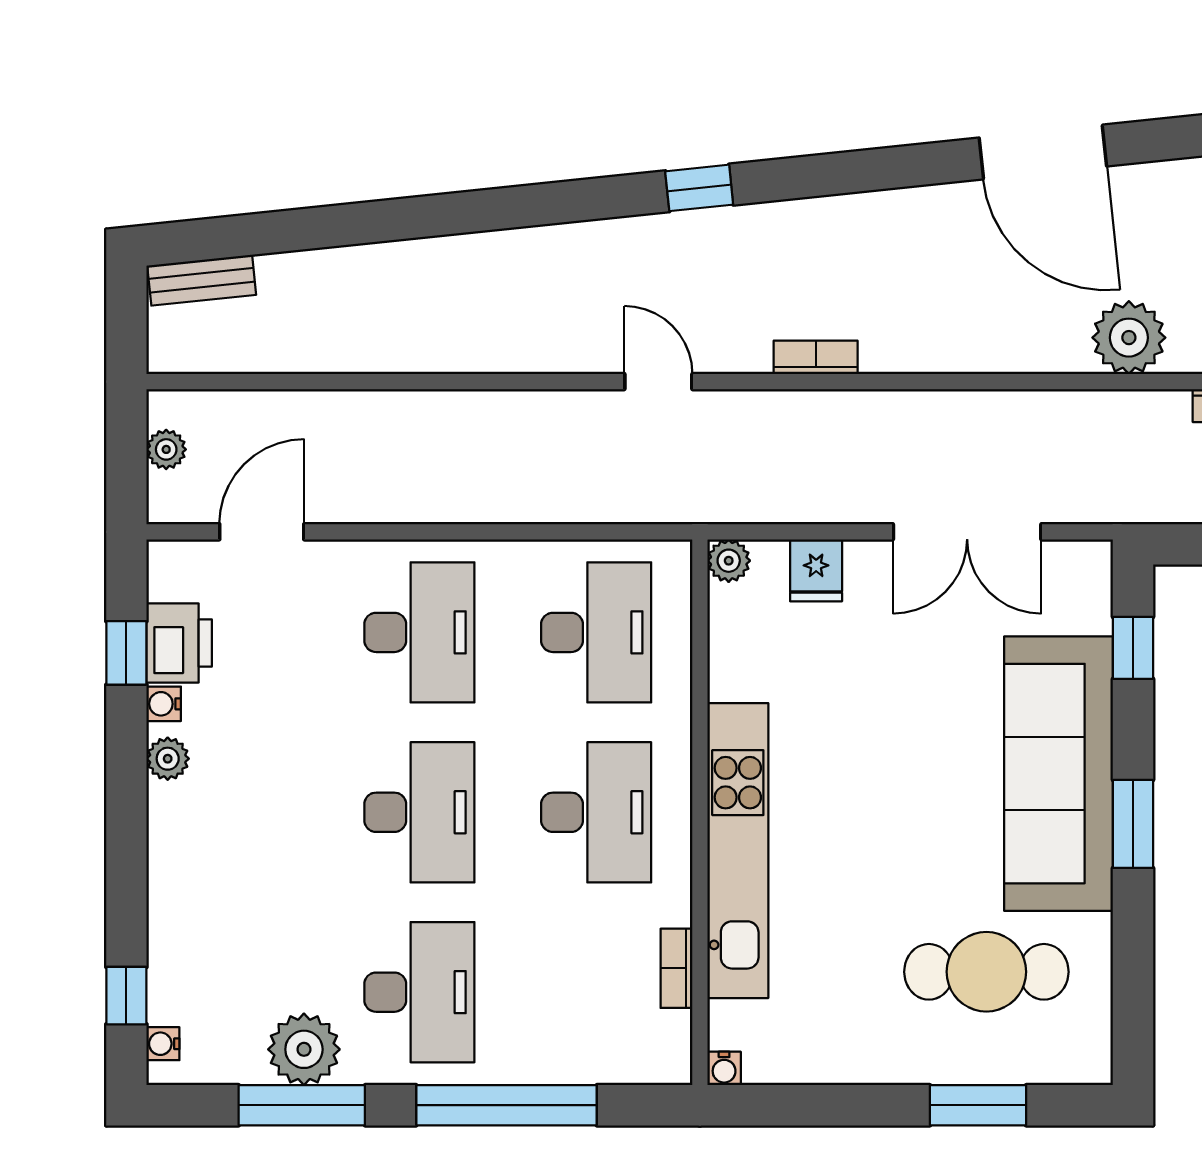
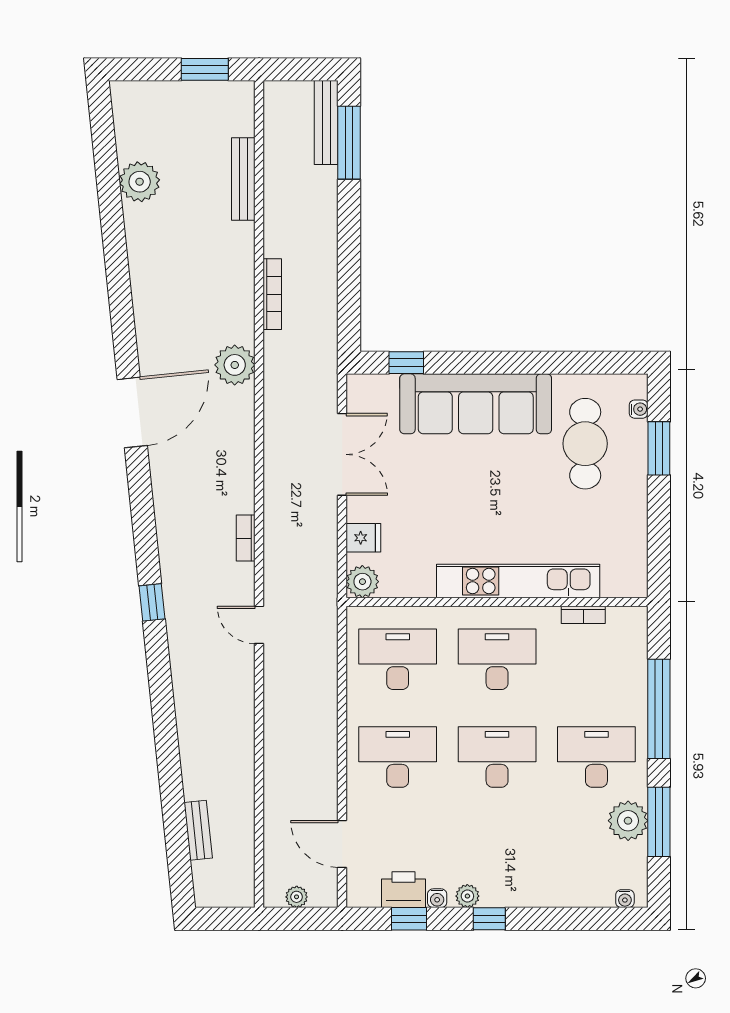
bench: (202, 280) -> (198, 830), moved
door: (658, 382) -> (259, 625), hinge flipped
plant: (729, 561) -> (362, 582), width x1.38, depth x1.38
window: (1133, 824) -> (503, 363), removed
window: (126, 996) -> (489, 919), moved
water cooler: (724, 1068) -> (639, 409), moved

